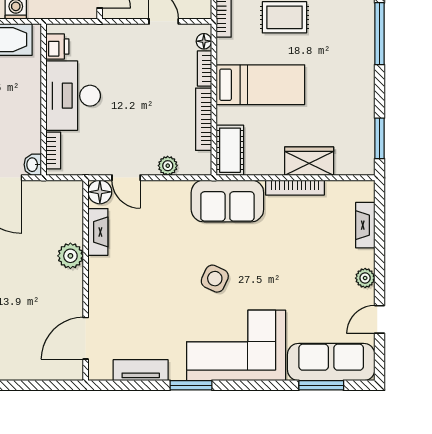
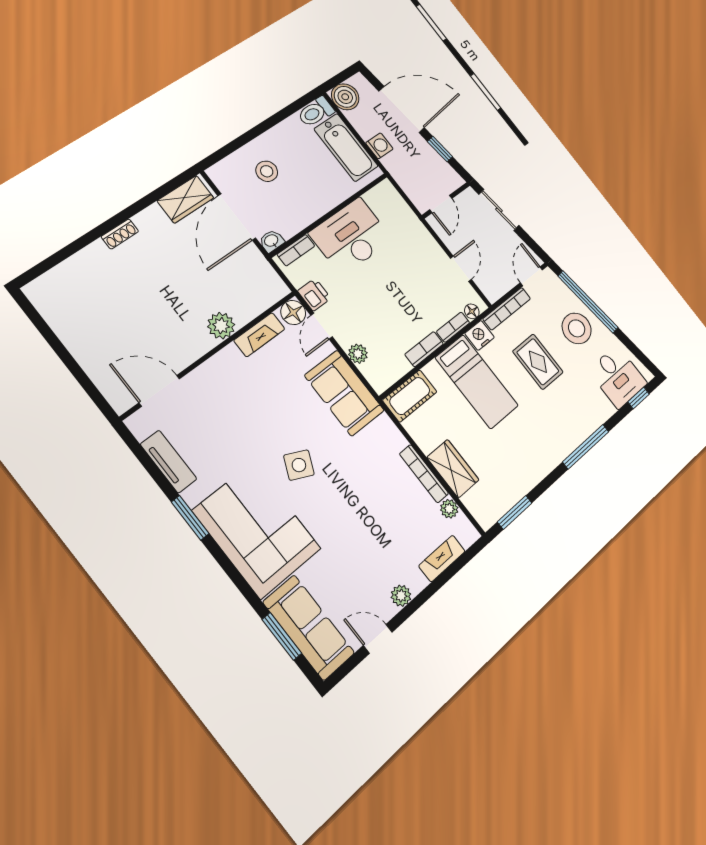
printer: (57, 47) -> (314, 295), moved, turned -90
nightstand: (227, 51) -> (480, 335), added
bookcase: (204, 119) -> (424, 349), width x0.64
plant: (335, 189) -> (449, 509), added
sofa: (227, 201) -> (344, 393), moved

